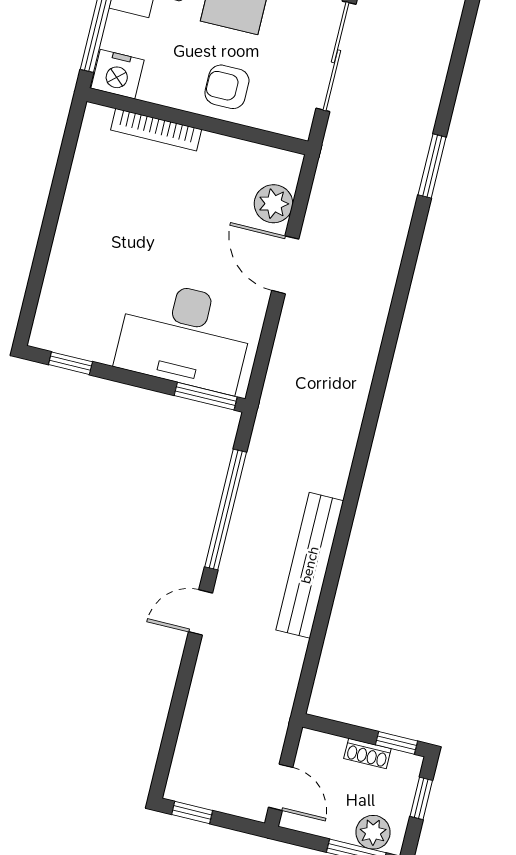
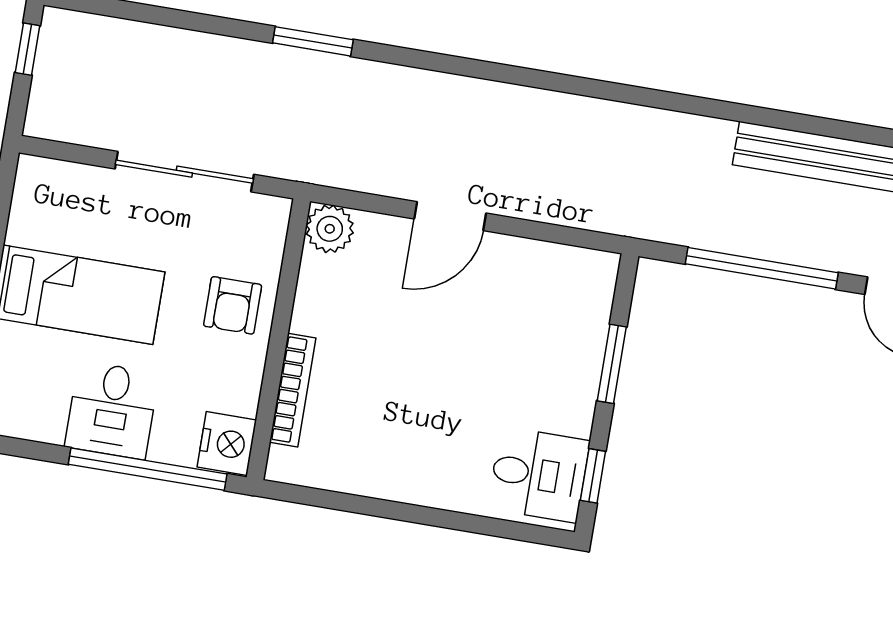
plant: (274, 204) -> (330, 229), moved
desk: (185, 336) -> (539, 475), moved, width x0.53, depth x0.77
window: (206, 396) -> (612, 364), moved

